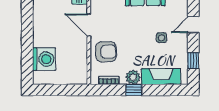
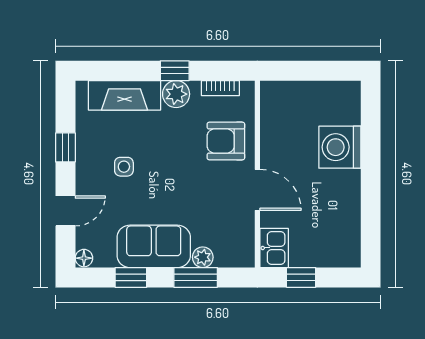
door: (193, 25) -> (65, 211), moved
washing machine: (44, 59) -> (340, 147), moved
window: (193, 61) -> (65, 147), moved

